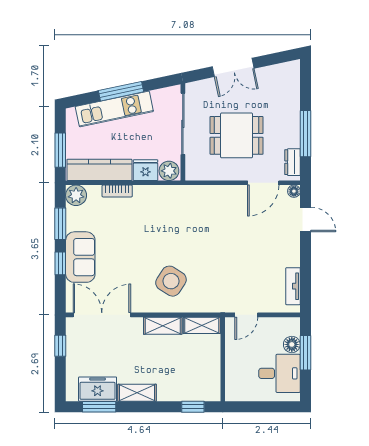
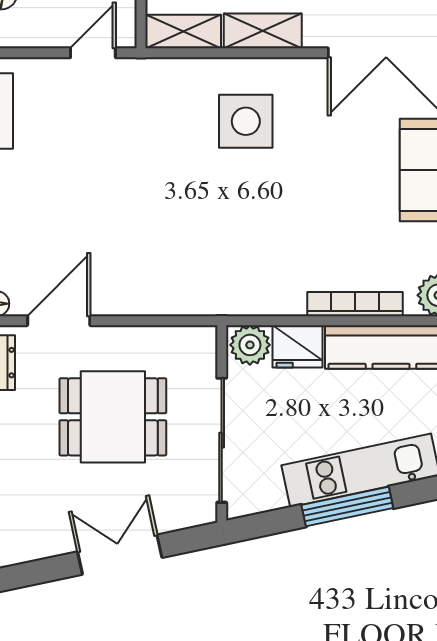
bookcase: (117, 191) -> (355, 304), width x1.56
side table: (171, 281) -> (246, 121), turned -33

